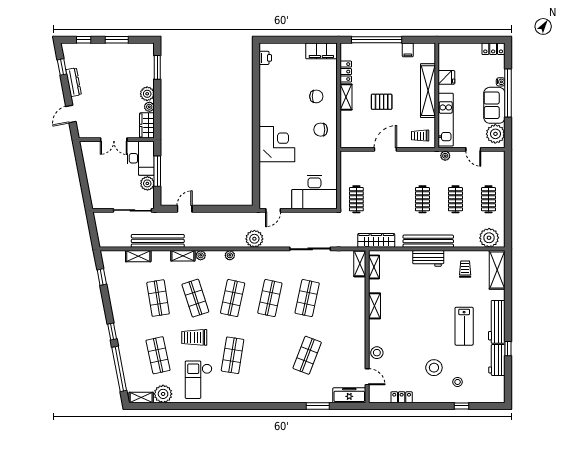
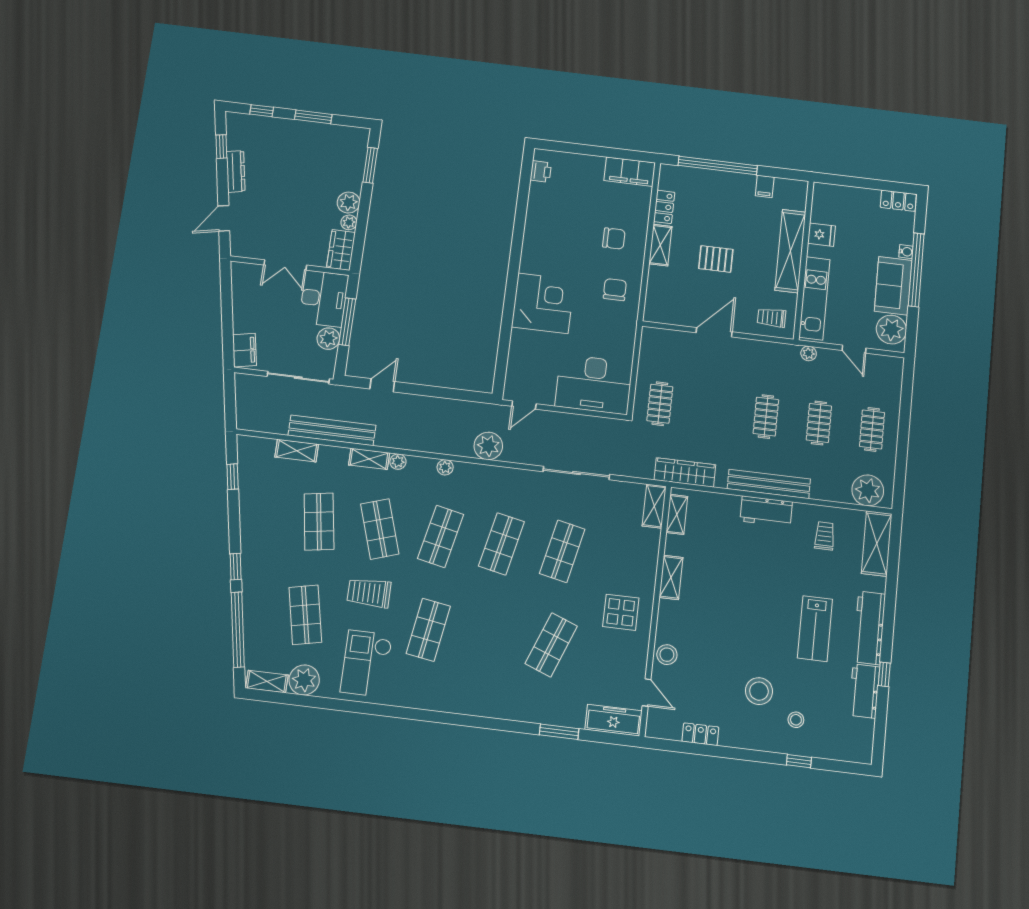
chair: (321, 130) -> (615, 290), turned 90
filing cabinet: (97, 197) -> (245, 350), added
display table: (347, 331) -> (621, 612), added

